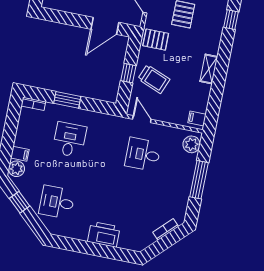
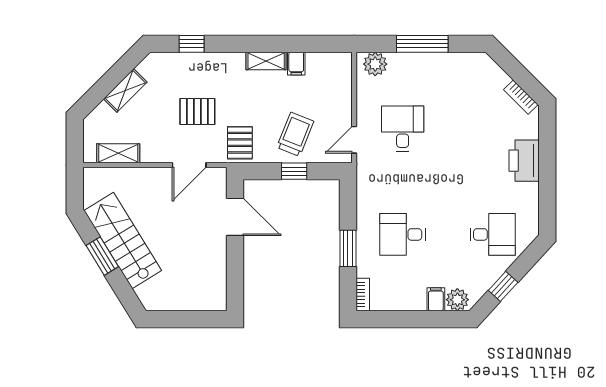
filing cabinet: (197, 118) -> (296, 64), moved
desk: (143, 154) -> (403, 129), turned 180
desk: (57, 202) -> (493, 234), turned -90
bookcase: (166, 229) -> (521, 97), moved

